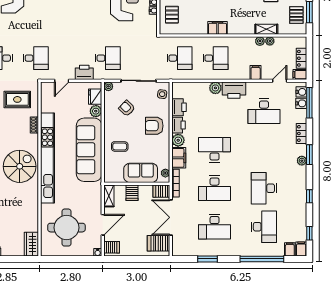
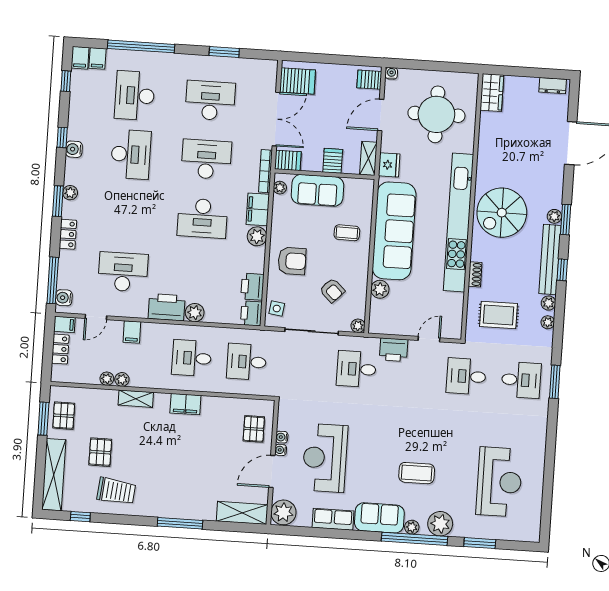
shelving: (266, 29) -> (136, 399), moved
fridge: (95, 97) -> (389, 165), moved
water cooler: (301, 103) -> (74, 149), moved
printer: (178, 125) -> (251, 313), moved

